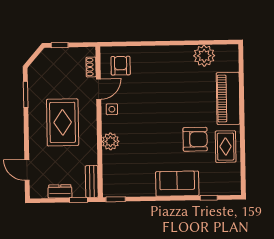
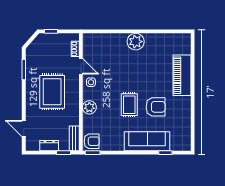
plant: (204, 56) -> (136, 42), moved
armchair: (121, 66) -> (92, 141), moved, turned 90
door: (99, 89) -> (81, 66), hinge flipped
rug: (226, 147) -> (129, 105), moved
sofa: (177, 184) -> (147, 141), width x1.36

